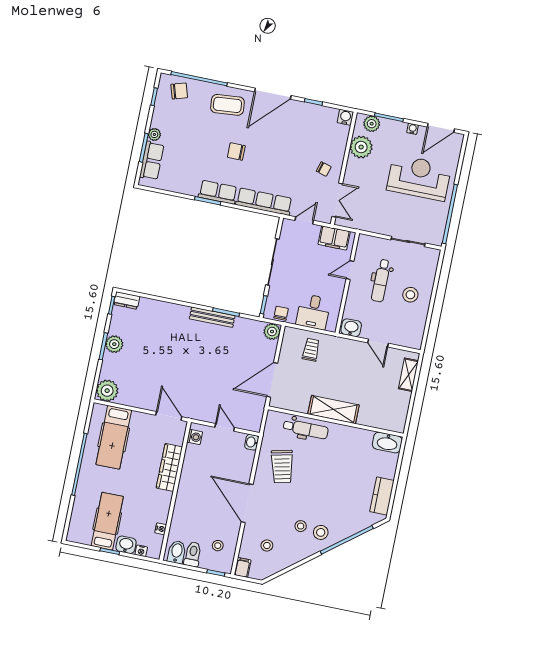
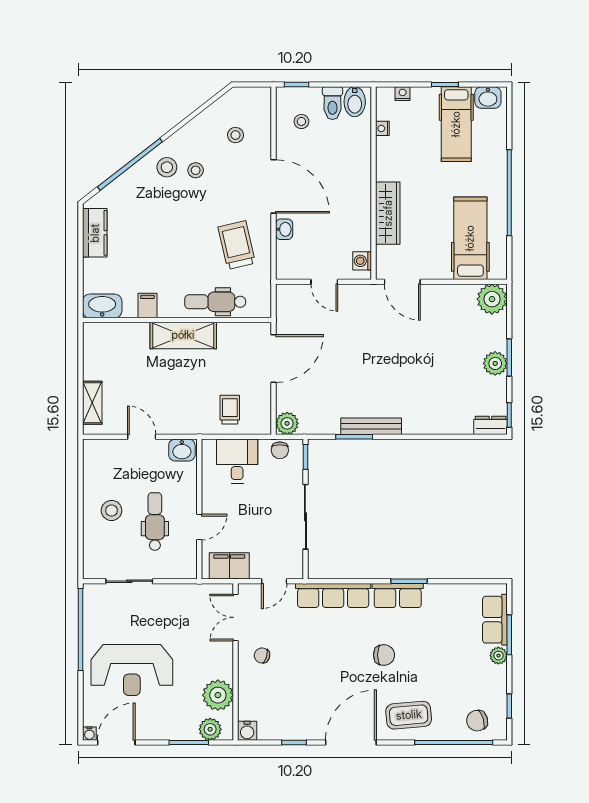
water cooler: (413, 129) -> (89, 734), moved
trolley: (311, 350) -> (230, 410), turned 180
washbasin: (252, 442) -> (284, 229), moved
washbasin: (126, 545) -> (488, 98), moved
filing cabinet: (243, 567) -> (147, 306), moved, turned 180

